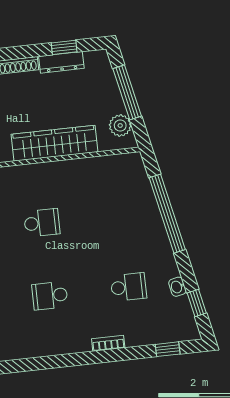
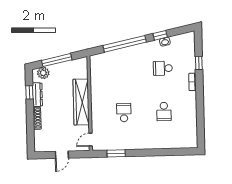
plant: (120, 126) -> (43, 73), moved
school desk: (129, 287) -> (163, 68), turned -90
window: (197, 303) -> (160, 35), moved
window: (168, 349) -> (199, 63), moved

